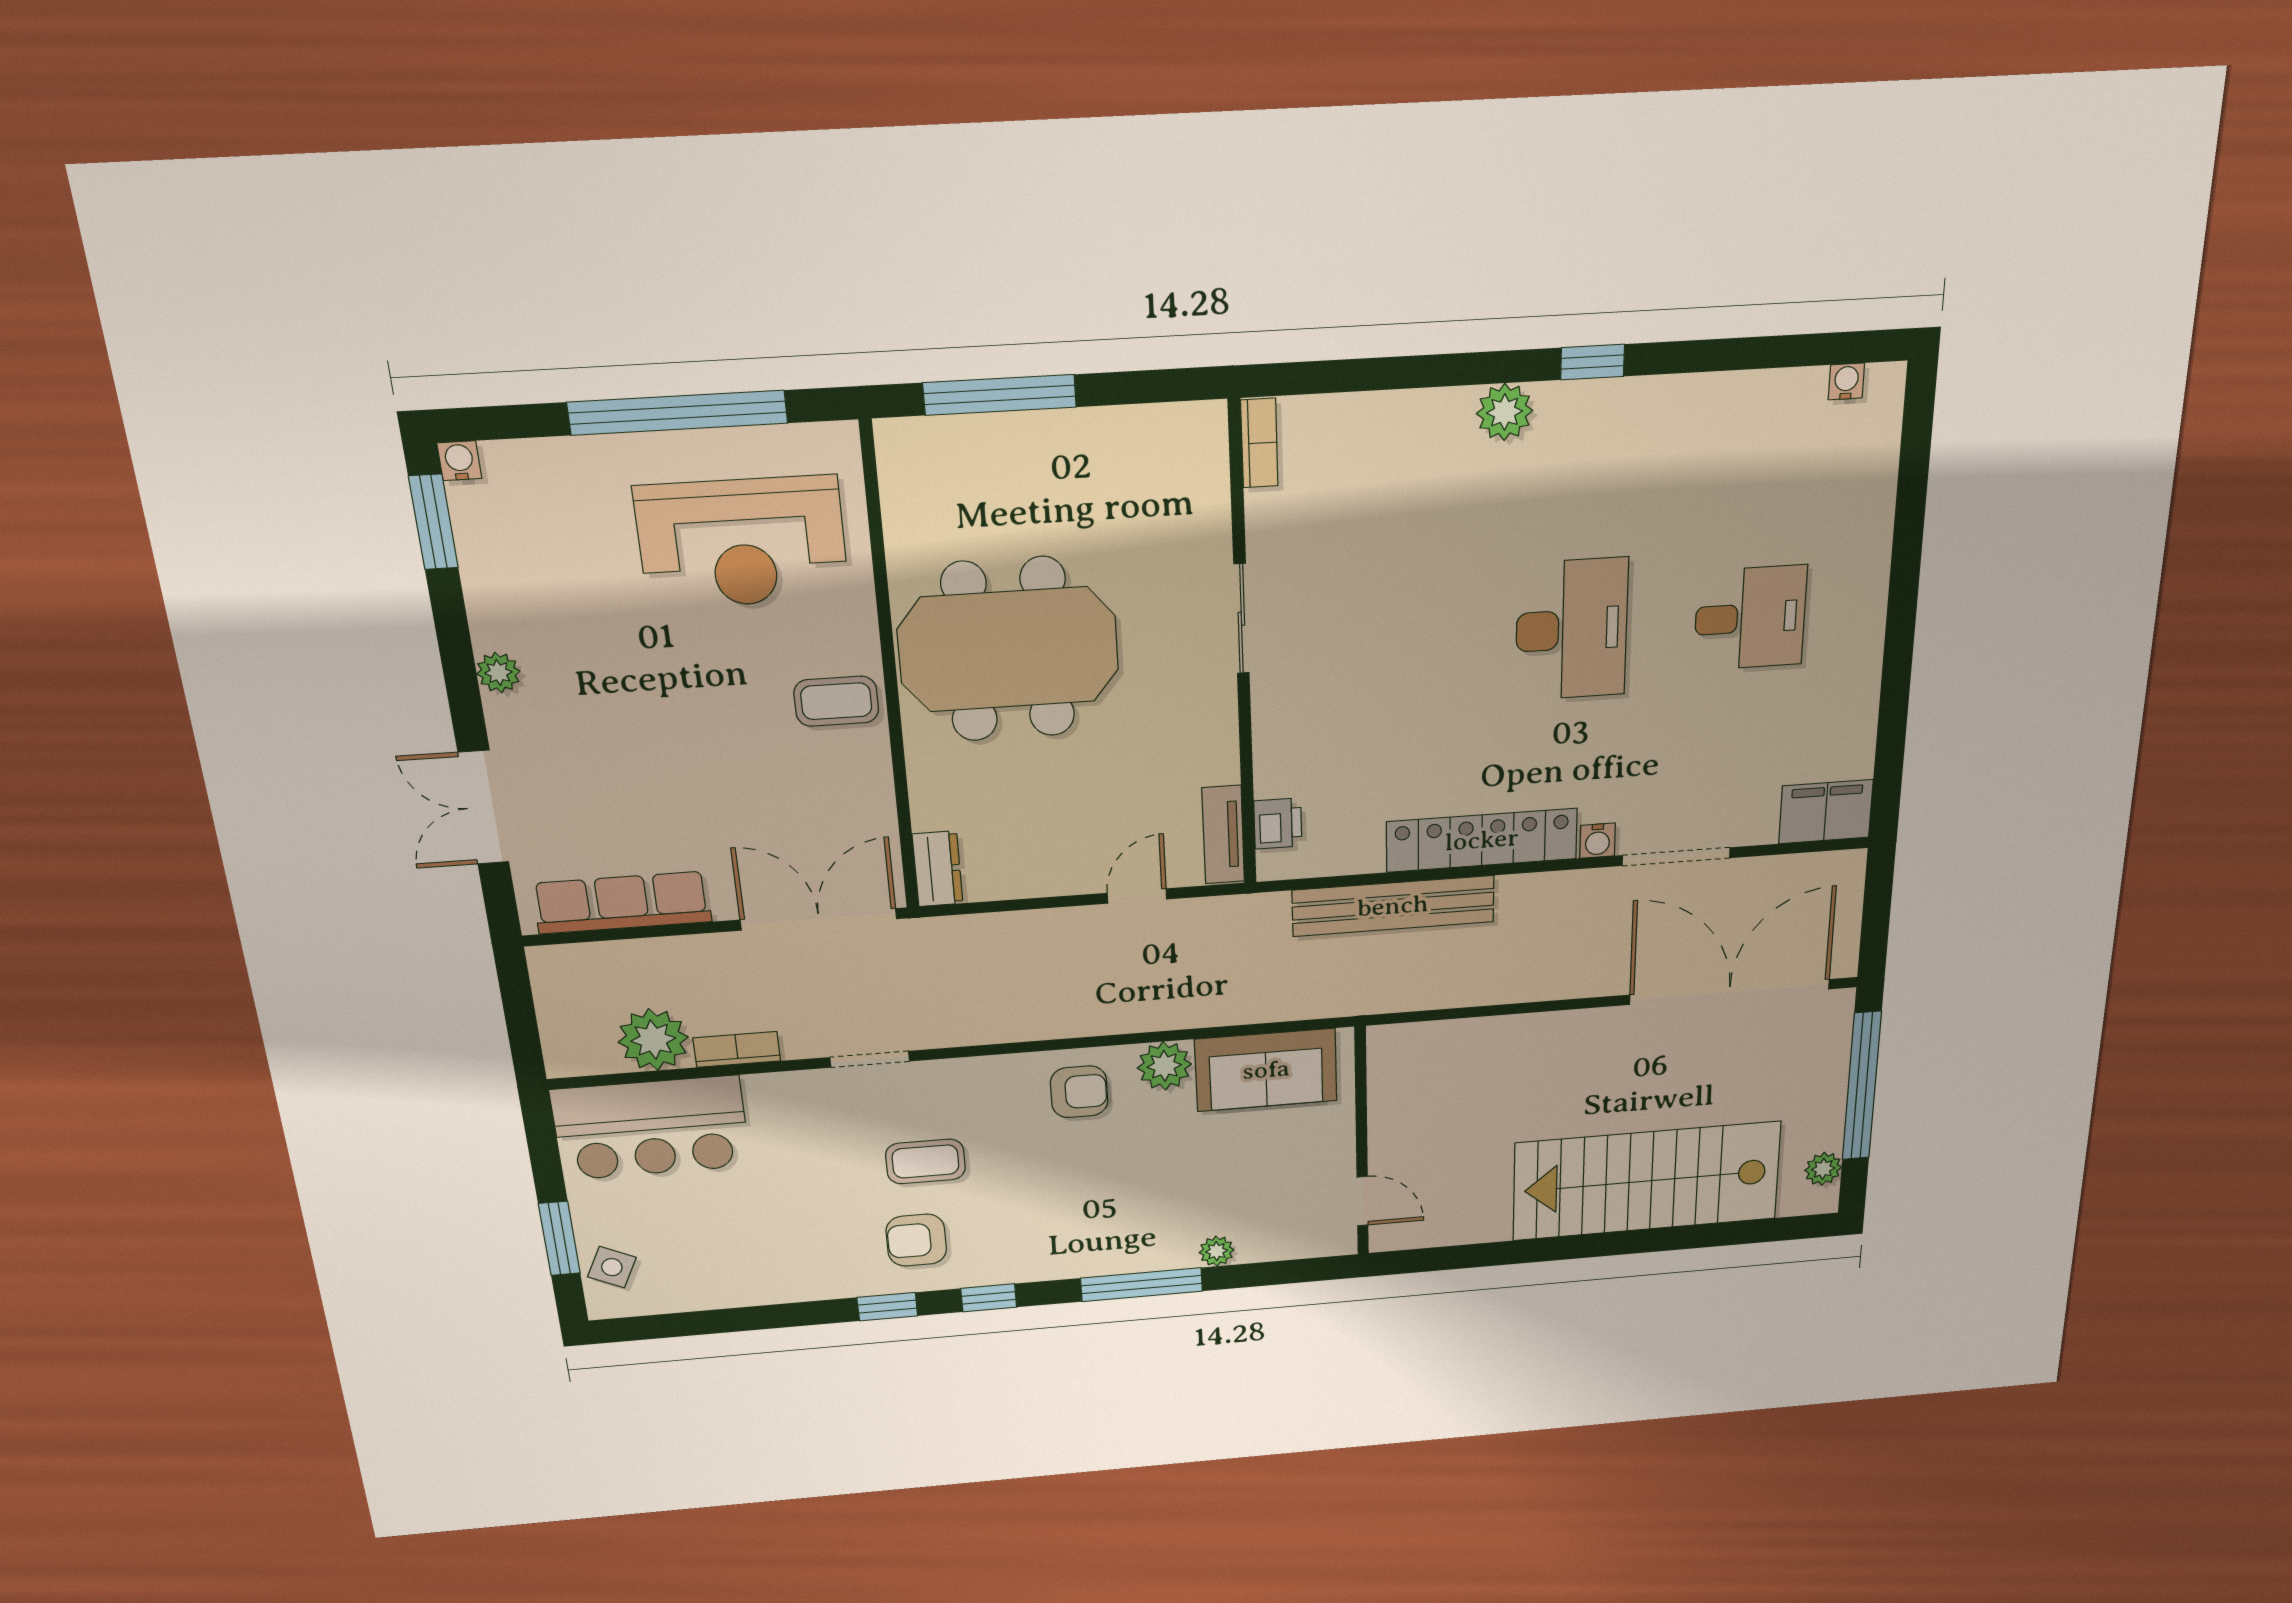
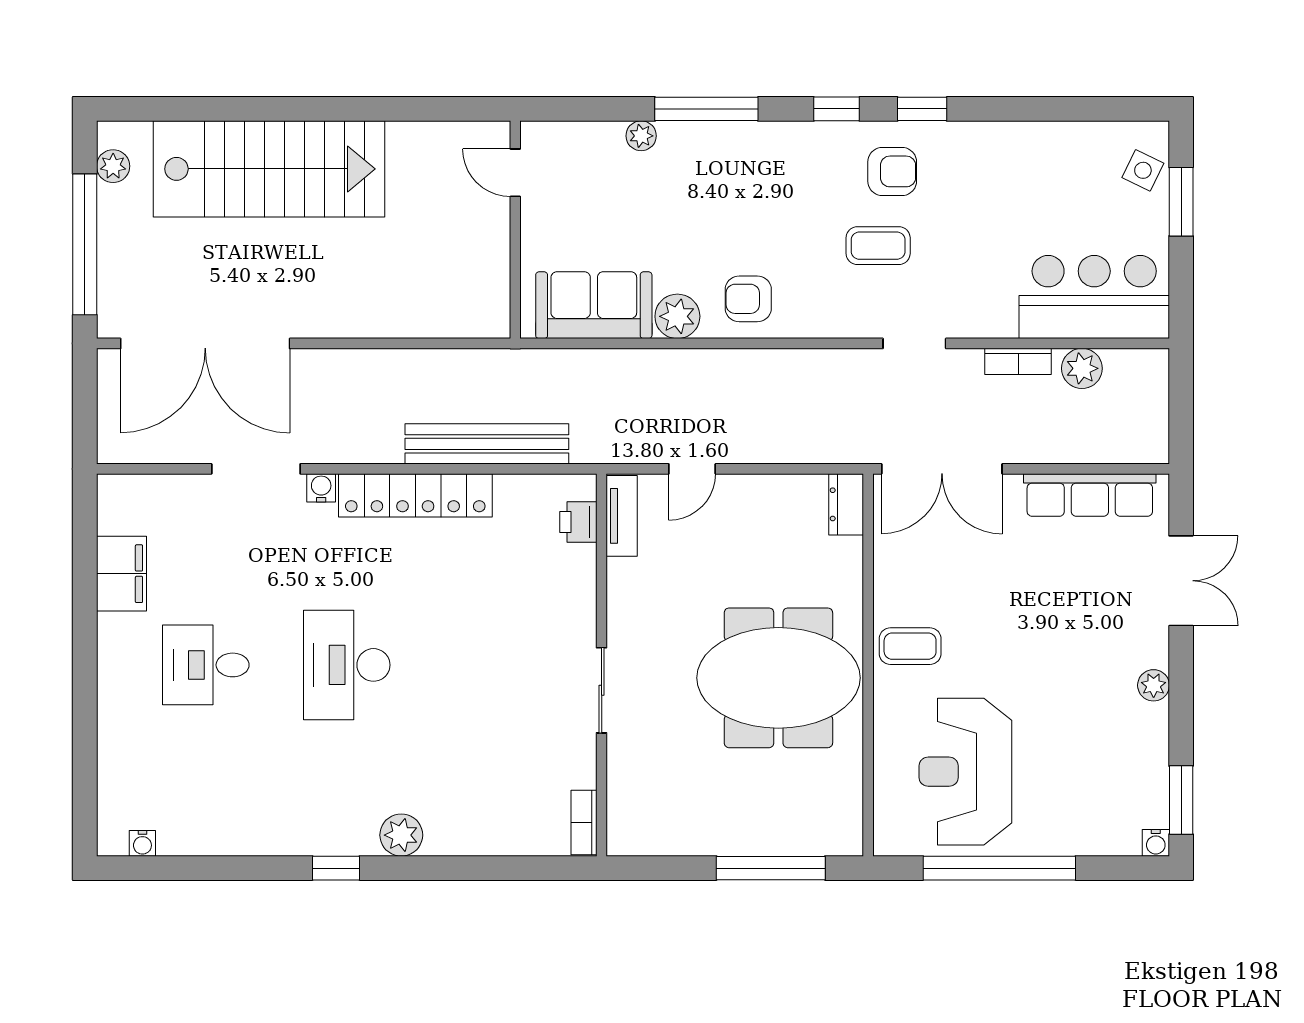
reception desk: (742, 542) -> (965, 772), turned -90
filing cabinet: (1826, 812) -> (122, 574), moved, turned -90
plant: (653, 1040) -> (1082, 368), width x0.73, depth x0.73

